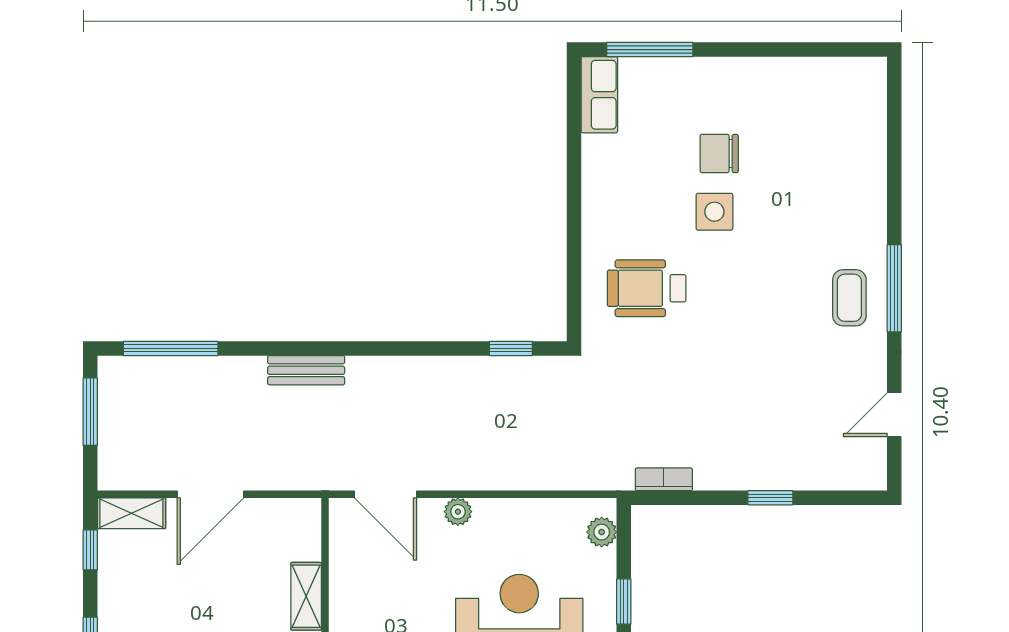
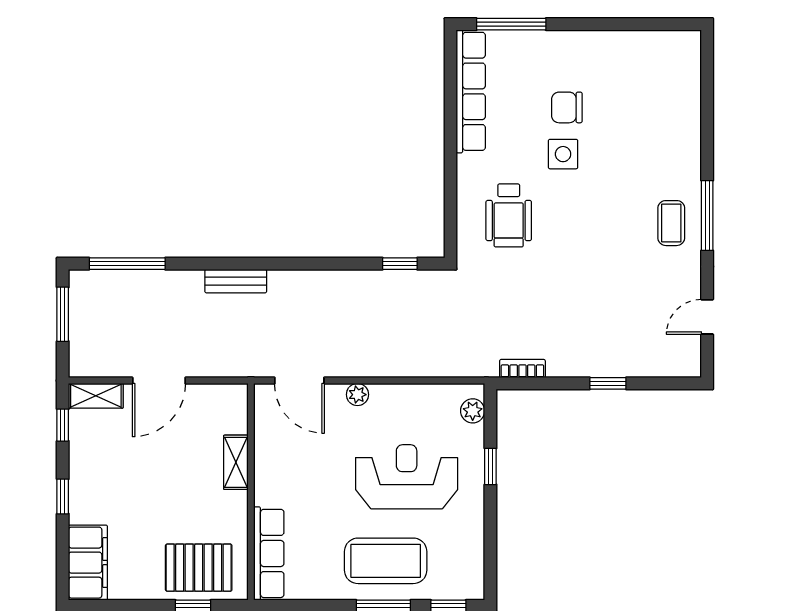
row of seats: (599, 95) -> (471, 91), width x2.02
wheelchair: (647, 288) -> (509, 215), turned -90

